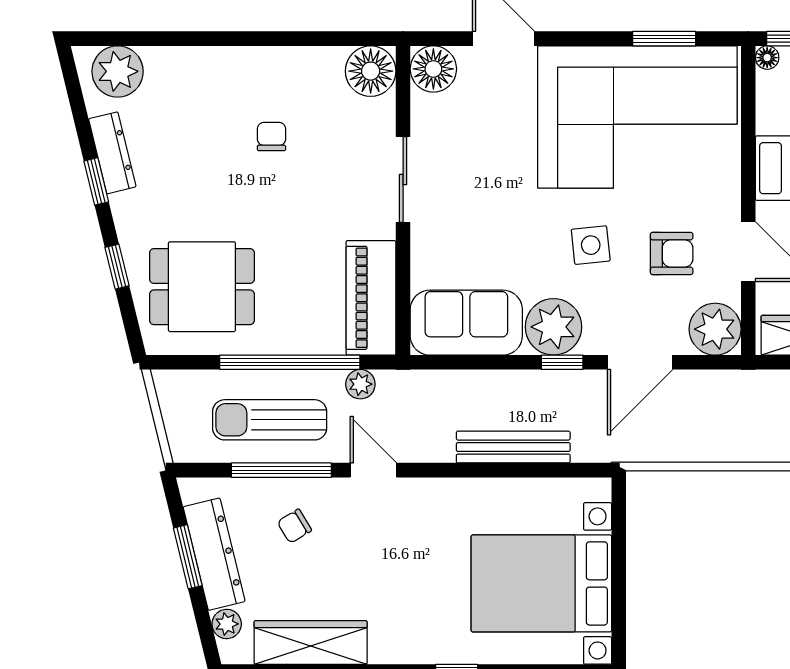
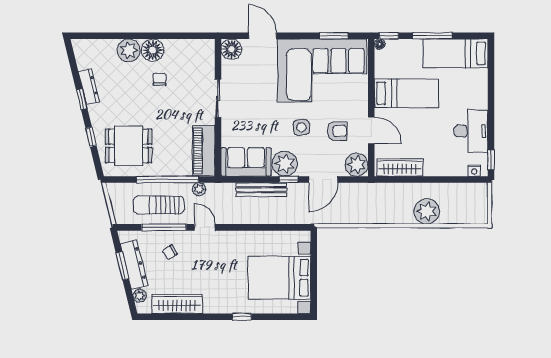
plant: (118, 71) -> (129, 50), moved
floor lamp: (371, 71) -> (153, 50), moved
bench: (513, 447) -> (261, 190), moved

